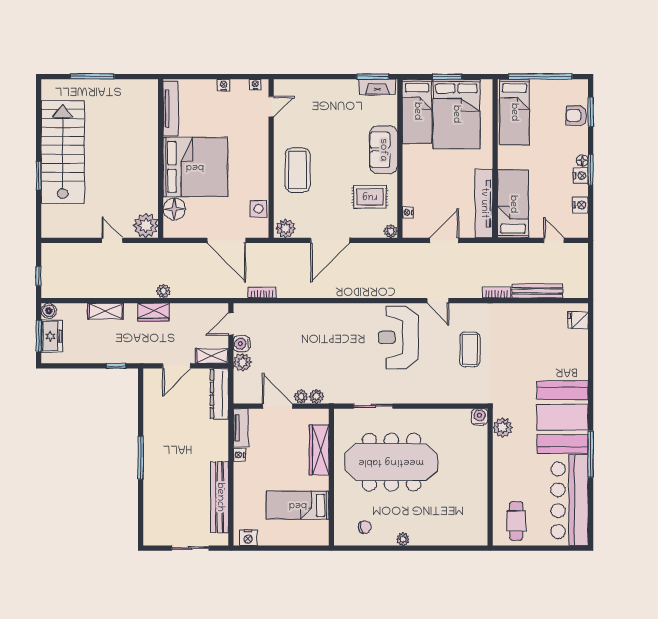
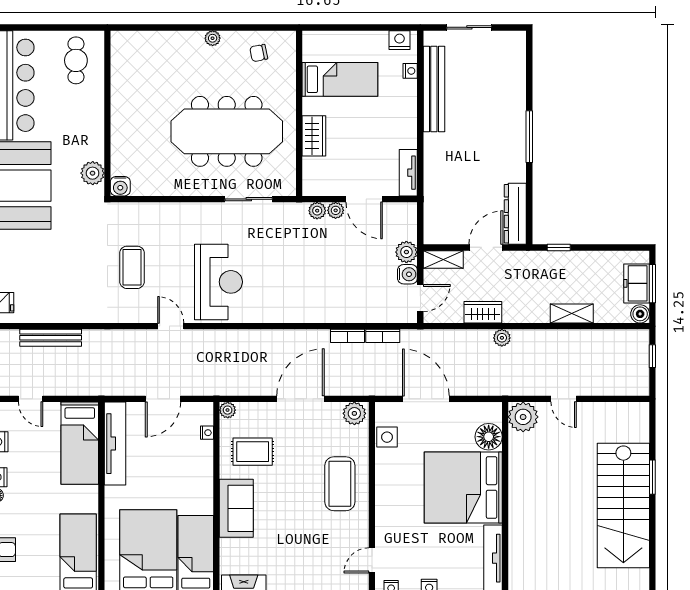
bookcase: (497, 293) -> (348, 336), moved
wardrobe: (153, 312) -> (483, 312), moved
dresser: (219, 394) -> (515, 214), moved, turned 180
wardrobe: (319, 450) -> (314, 136), width x0.67
nightstand: (239, 455) -> (410, 71), moved

